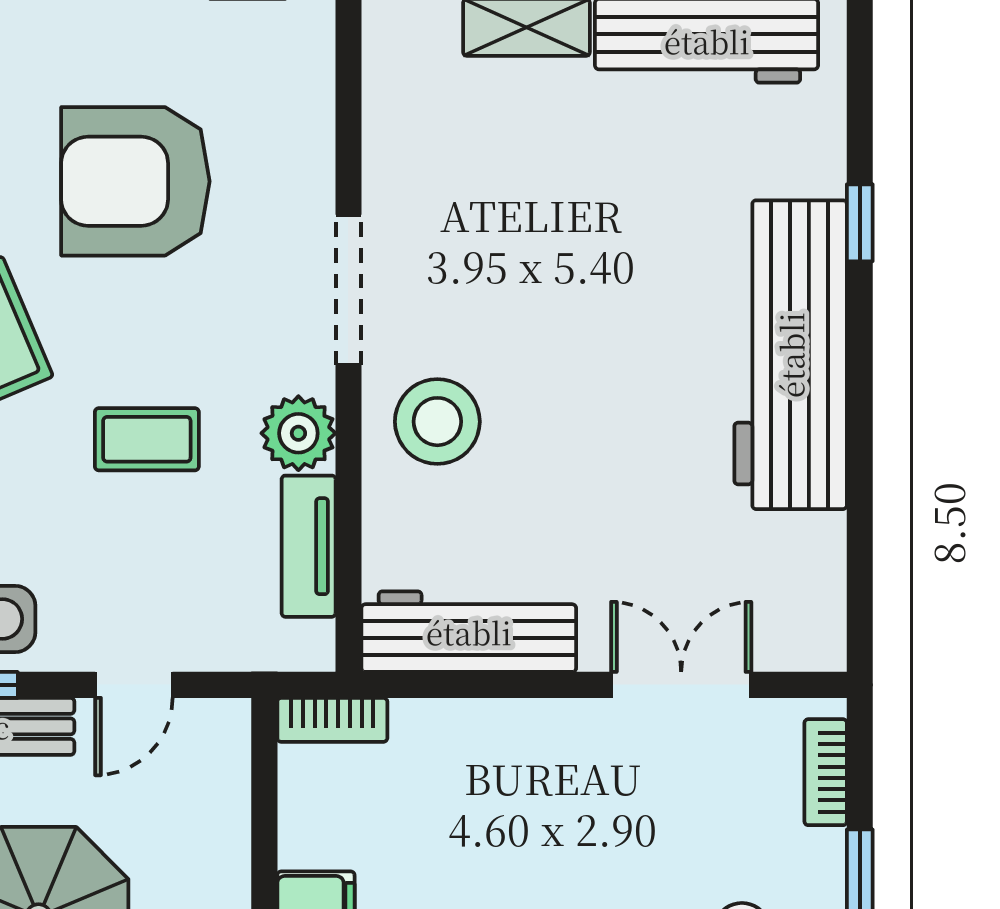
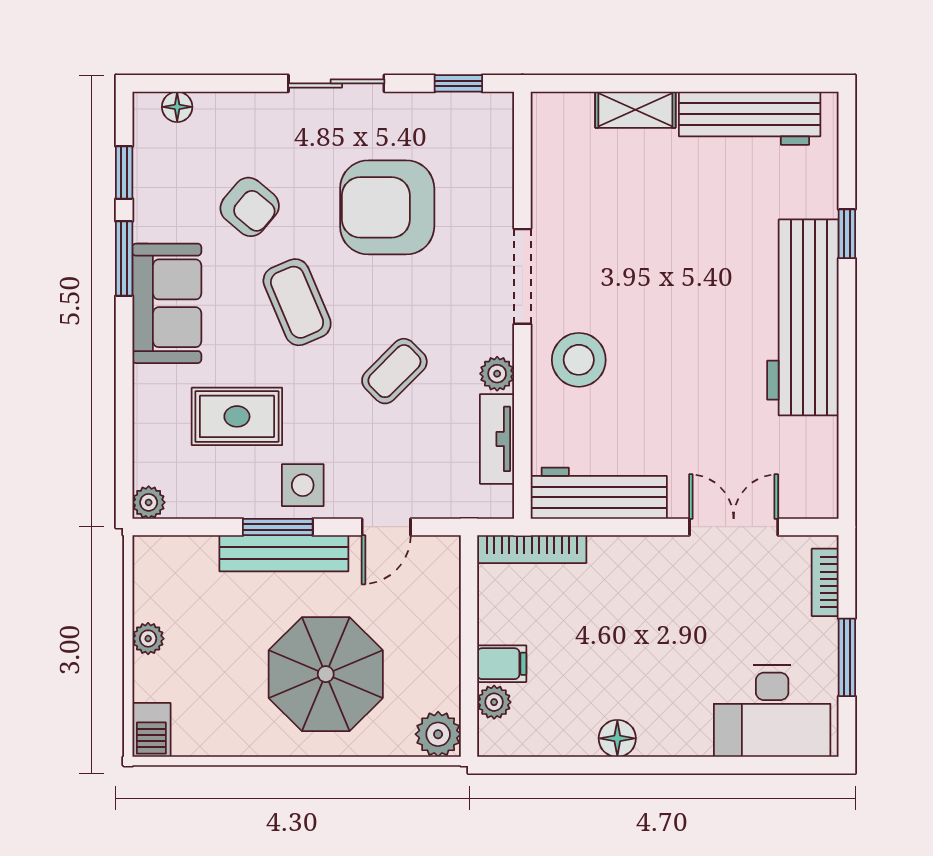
plant: (298, 433) -> (497, 374), width x0.73, depth x0.73
coffee table: (147, 439) -> (394, 371), turned -45
bookcase: (332, 720) -> (532, 549), width x1.56

